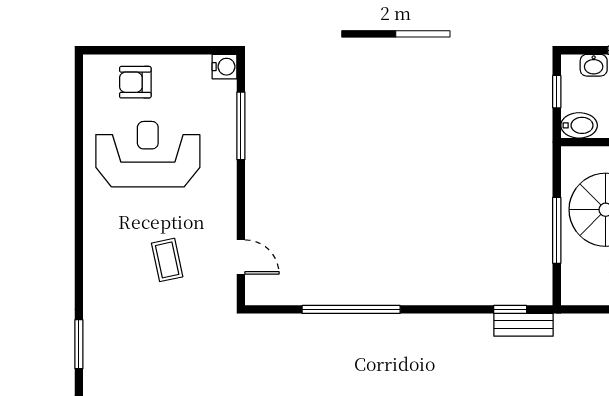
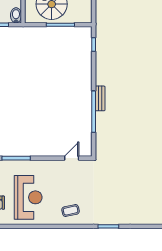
reception desk: (148, 154) -> (28, 197), turned 180
coffee table: (167, 260) -> (71, 210), moved
bench: (524, 325) -> (100, 98), moved

